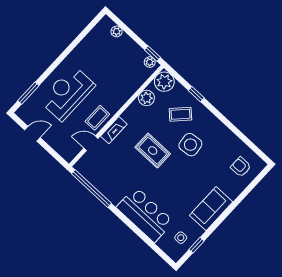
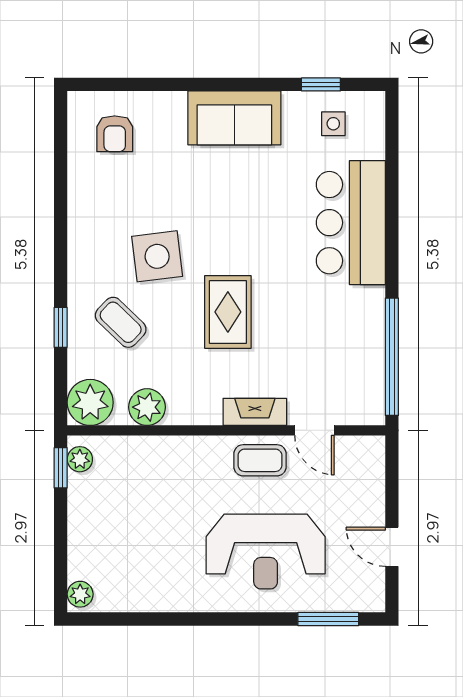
plant: (117, 31) -> (80, 594), moved

